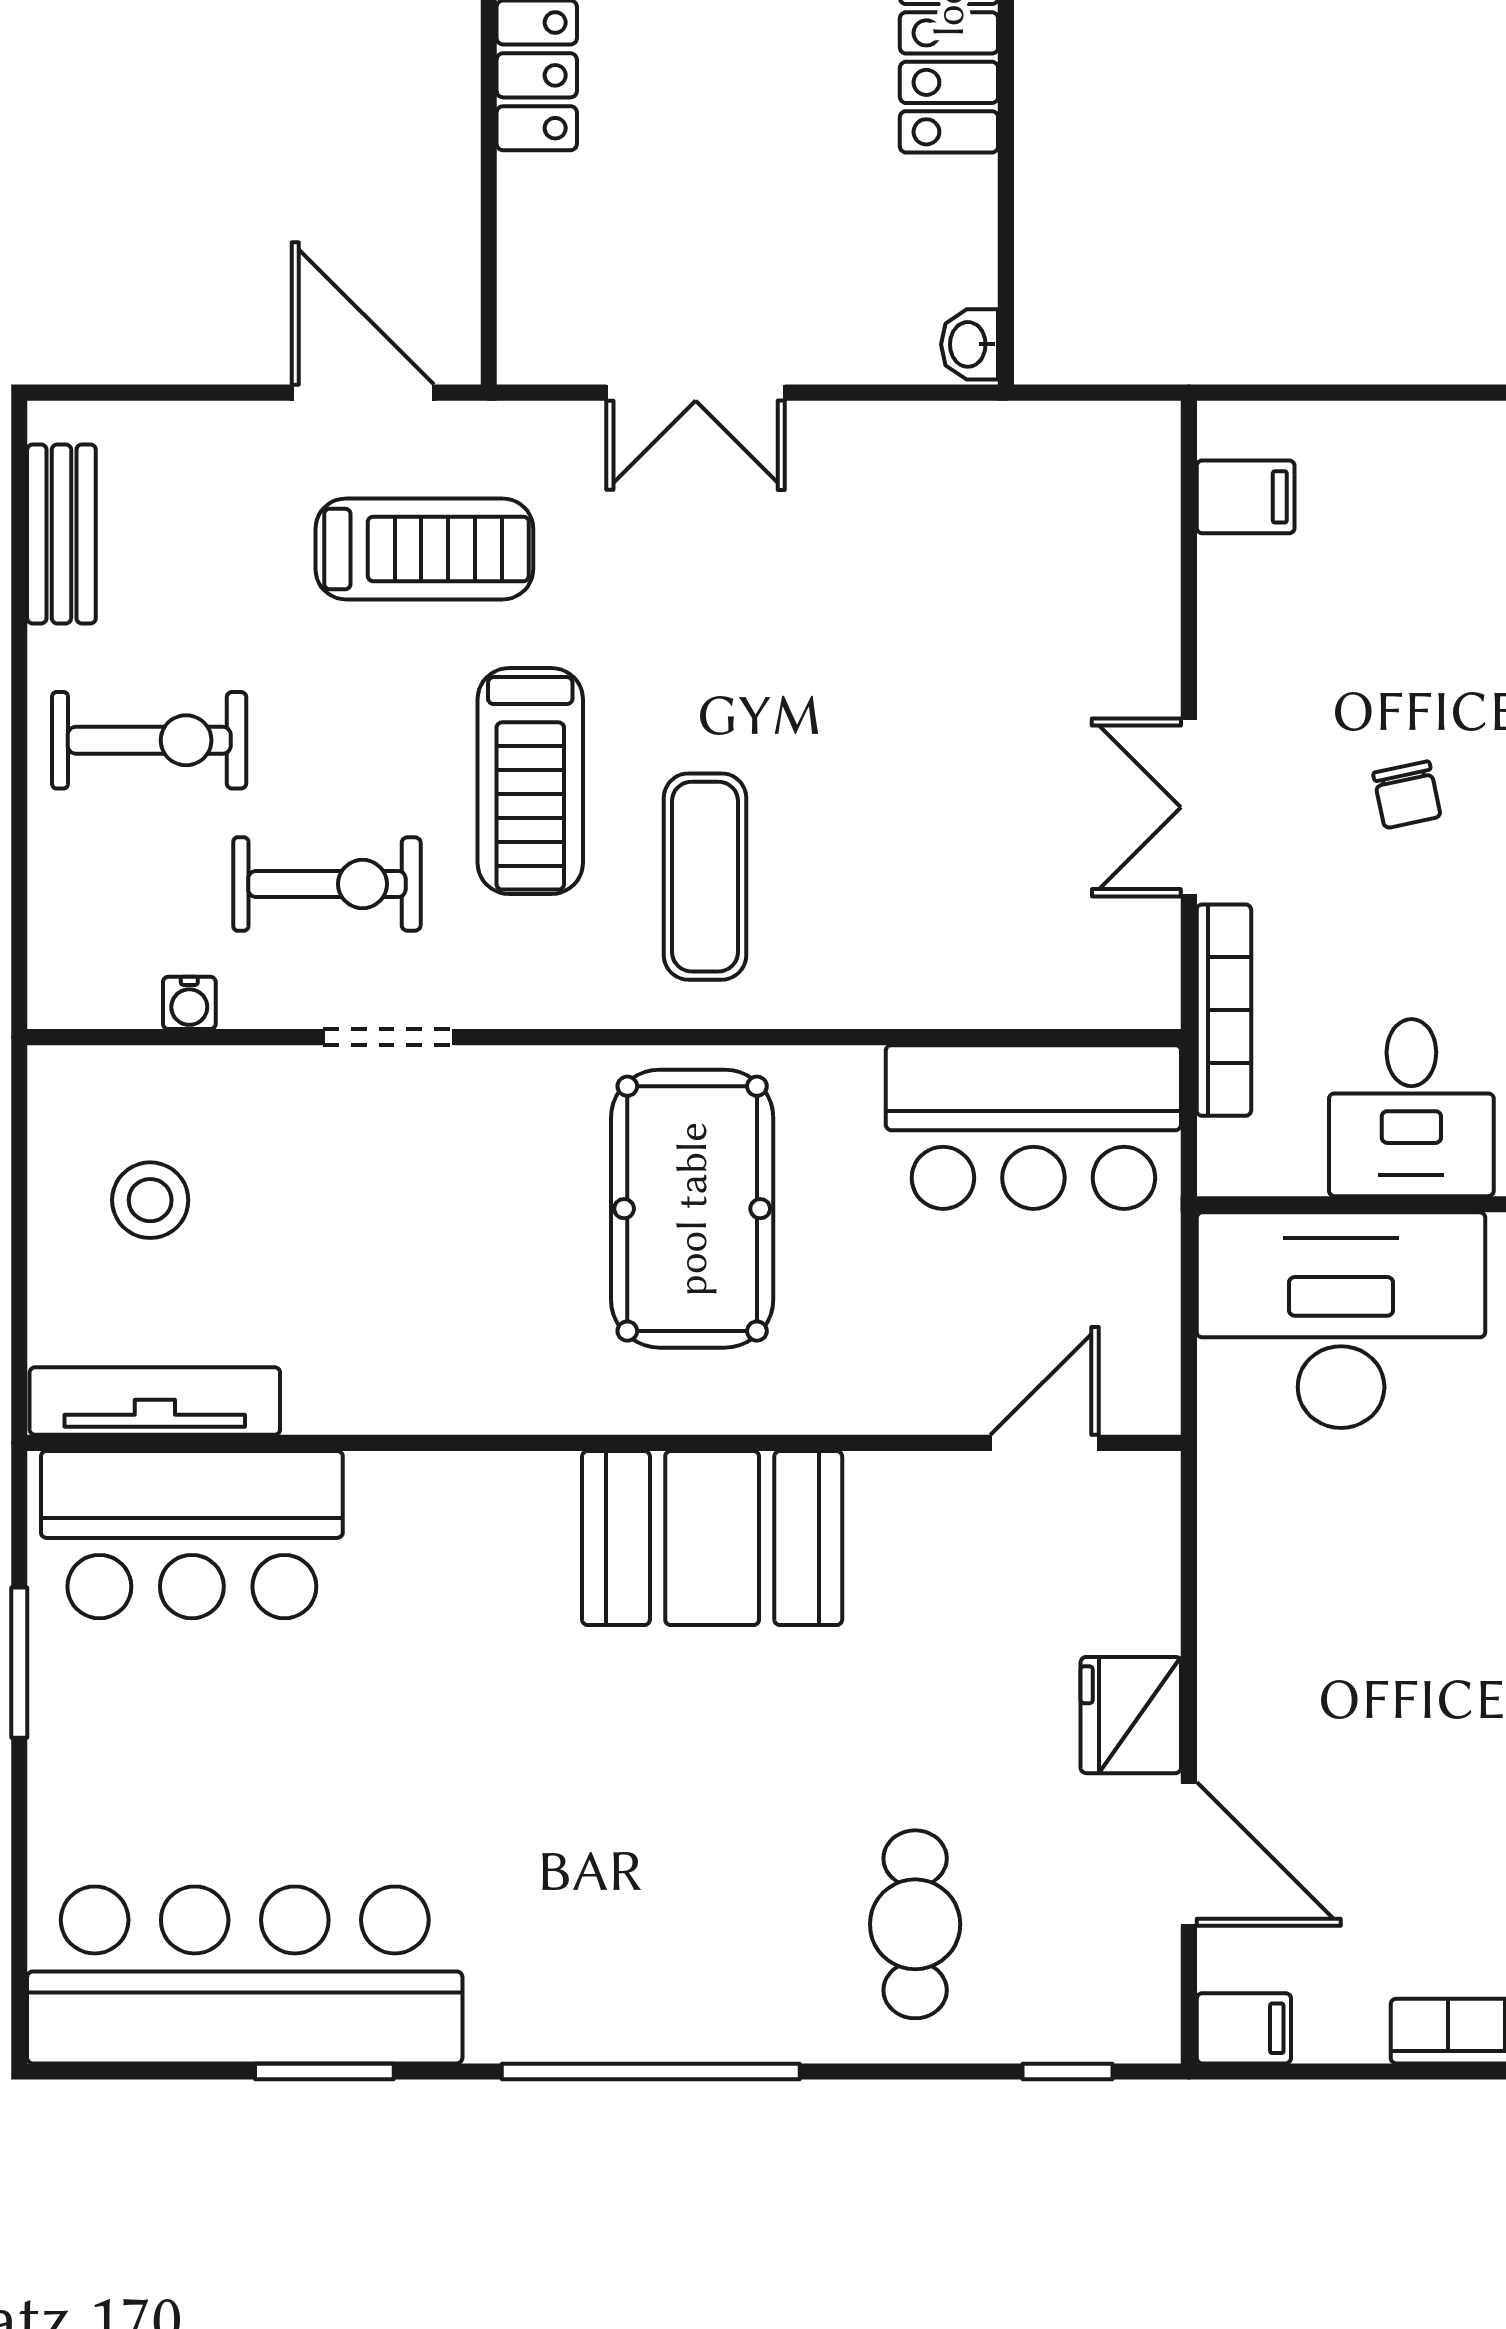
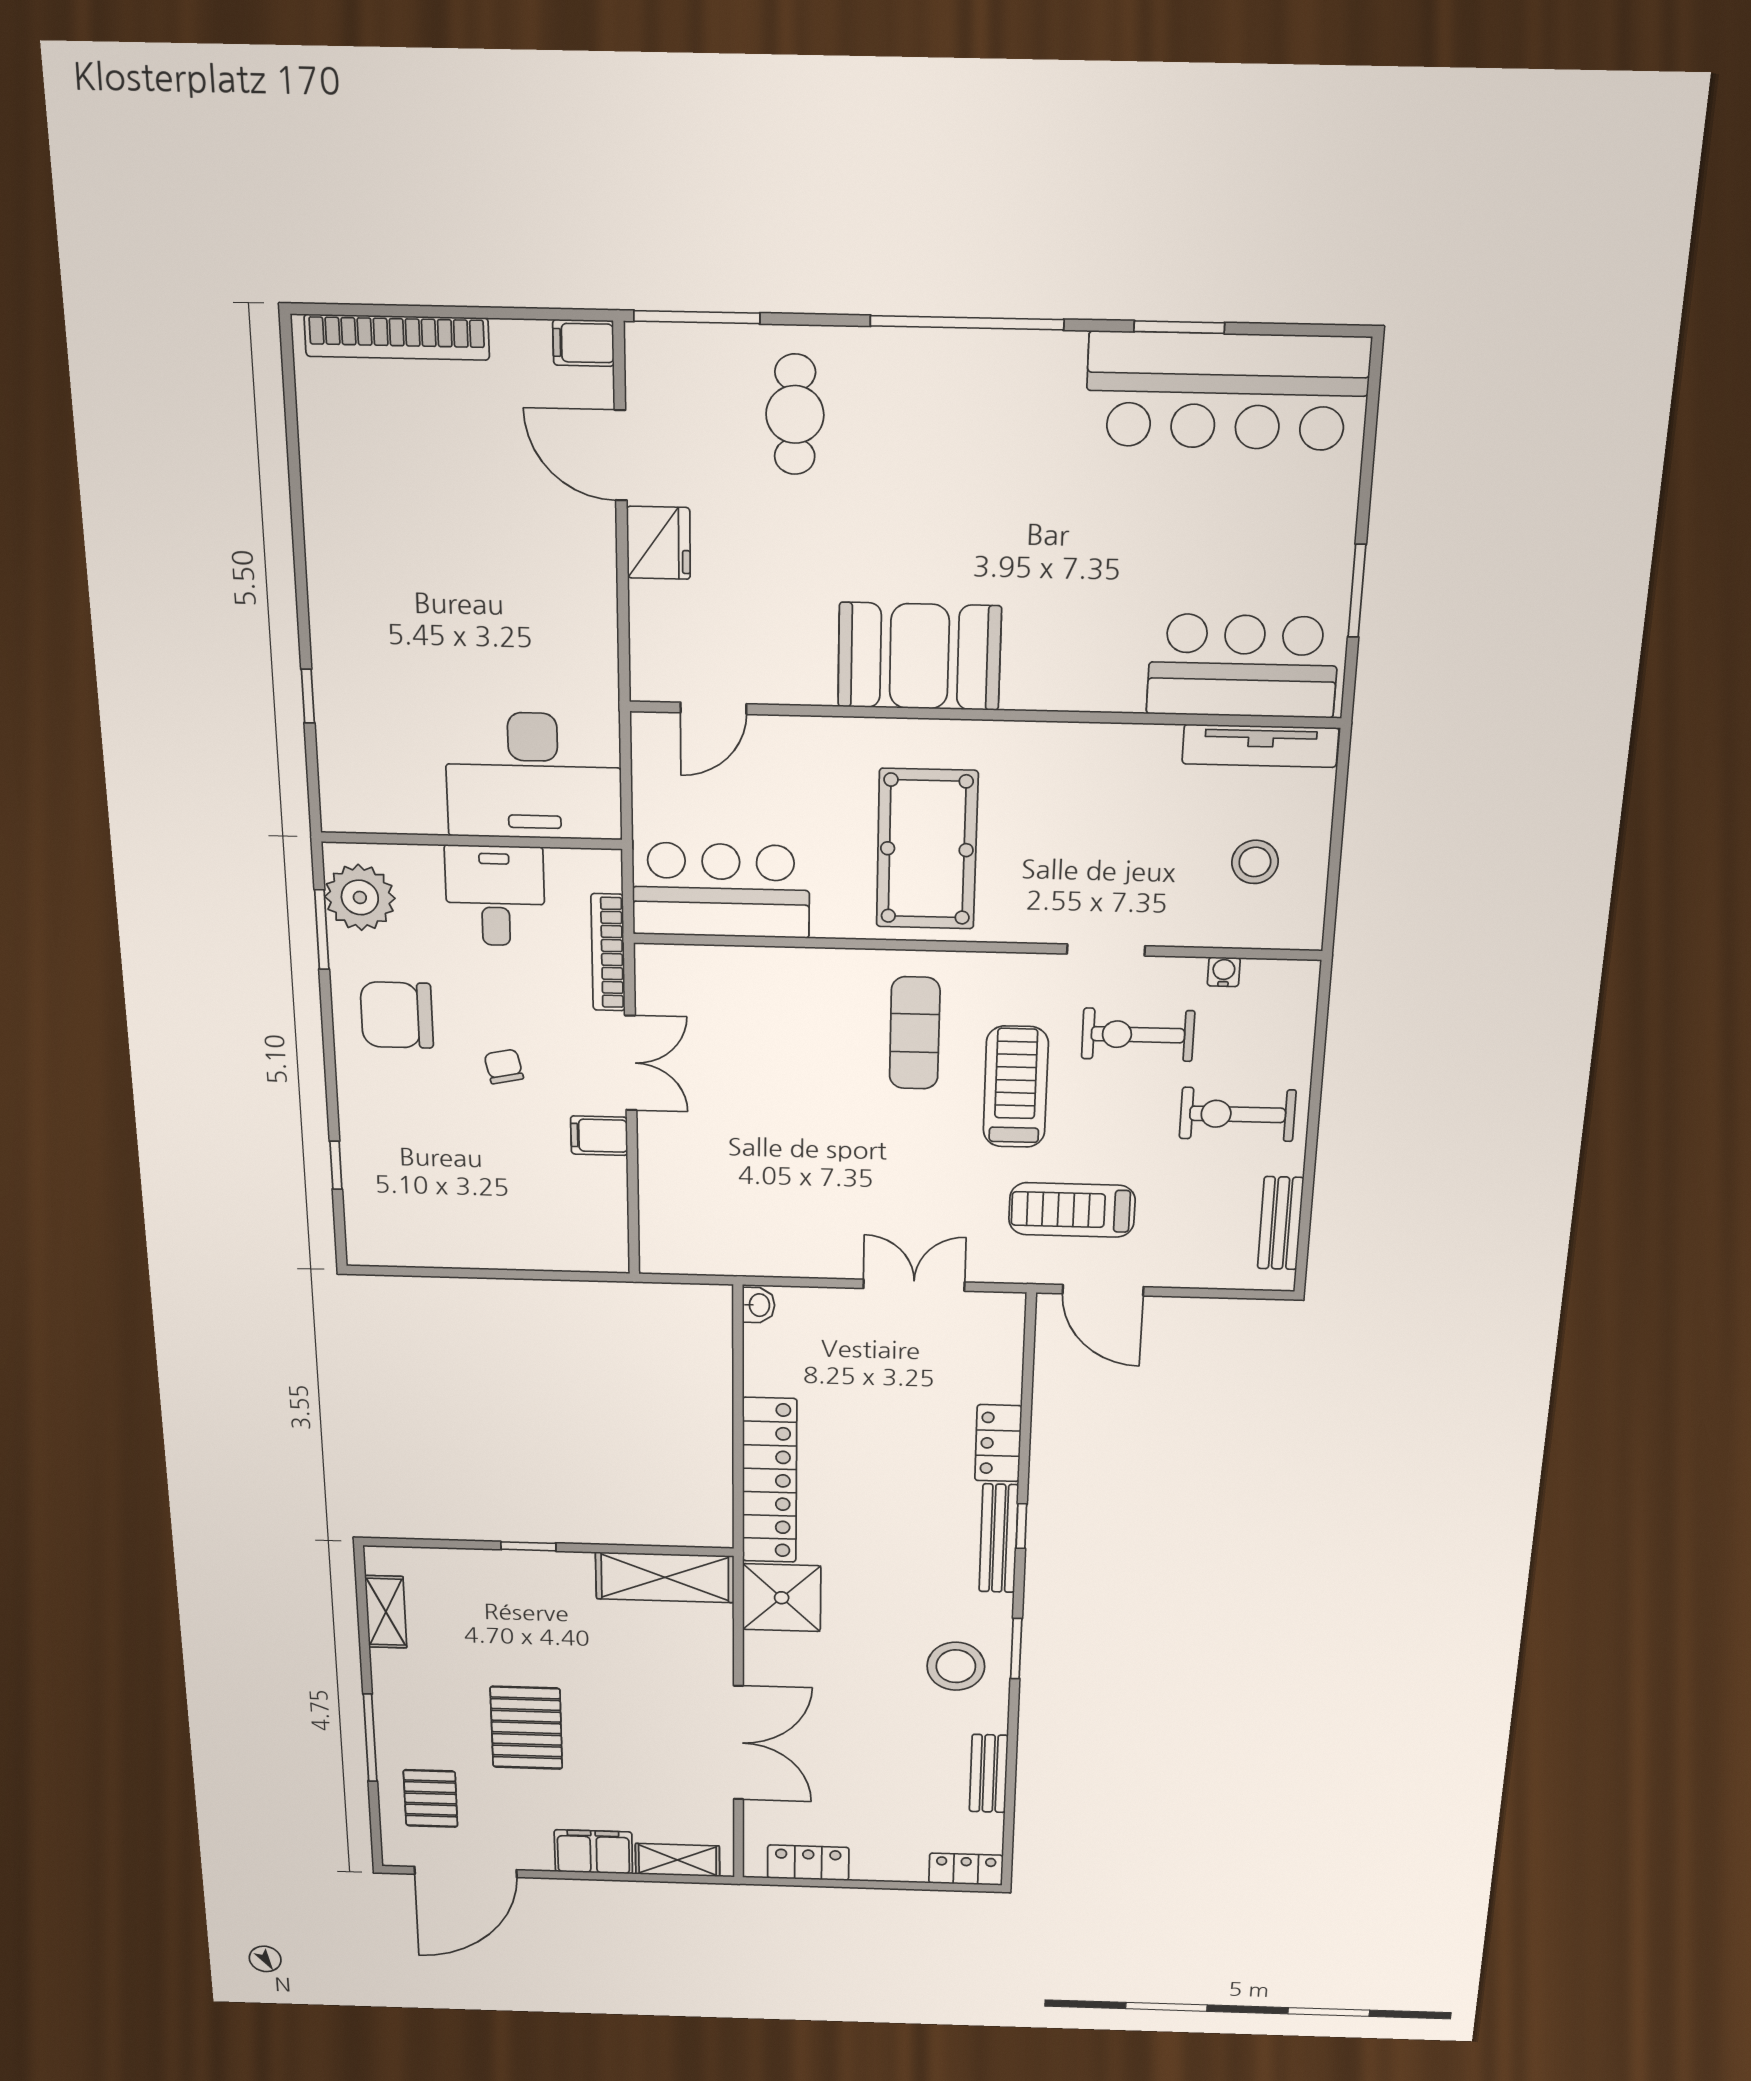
filing cabinet: (1246, 497) -> (599, 1136), moved
window: (1068, 2071) -> (697, 317), width x2.17

